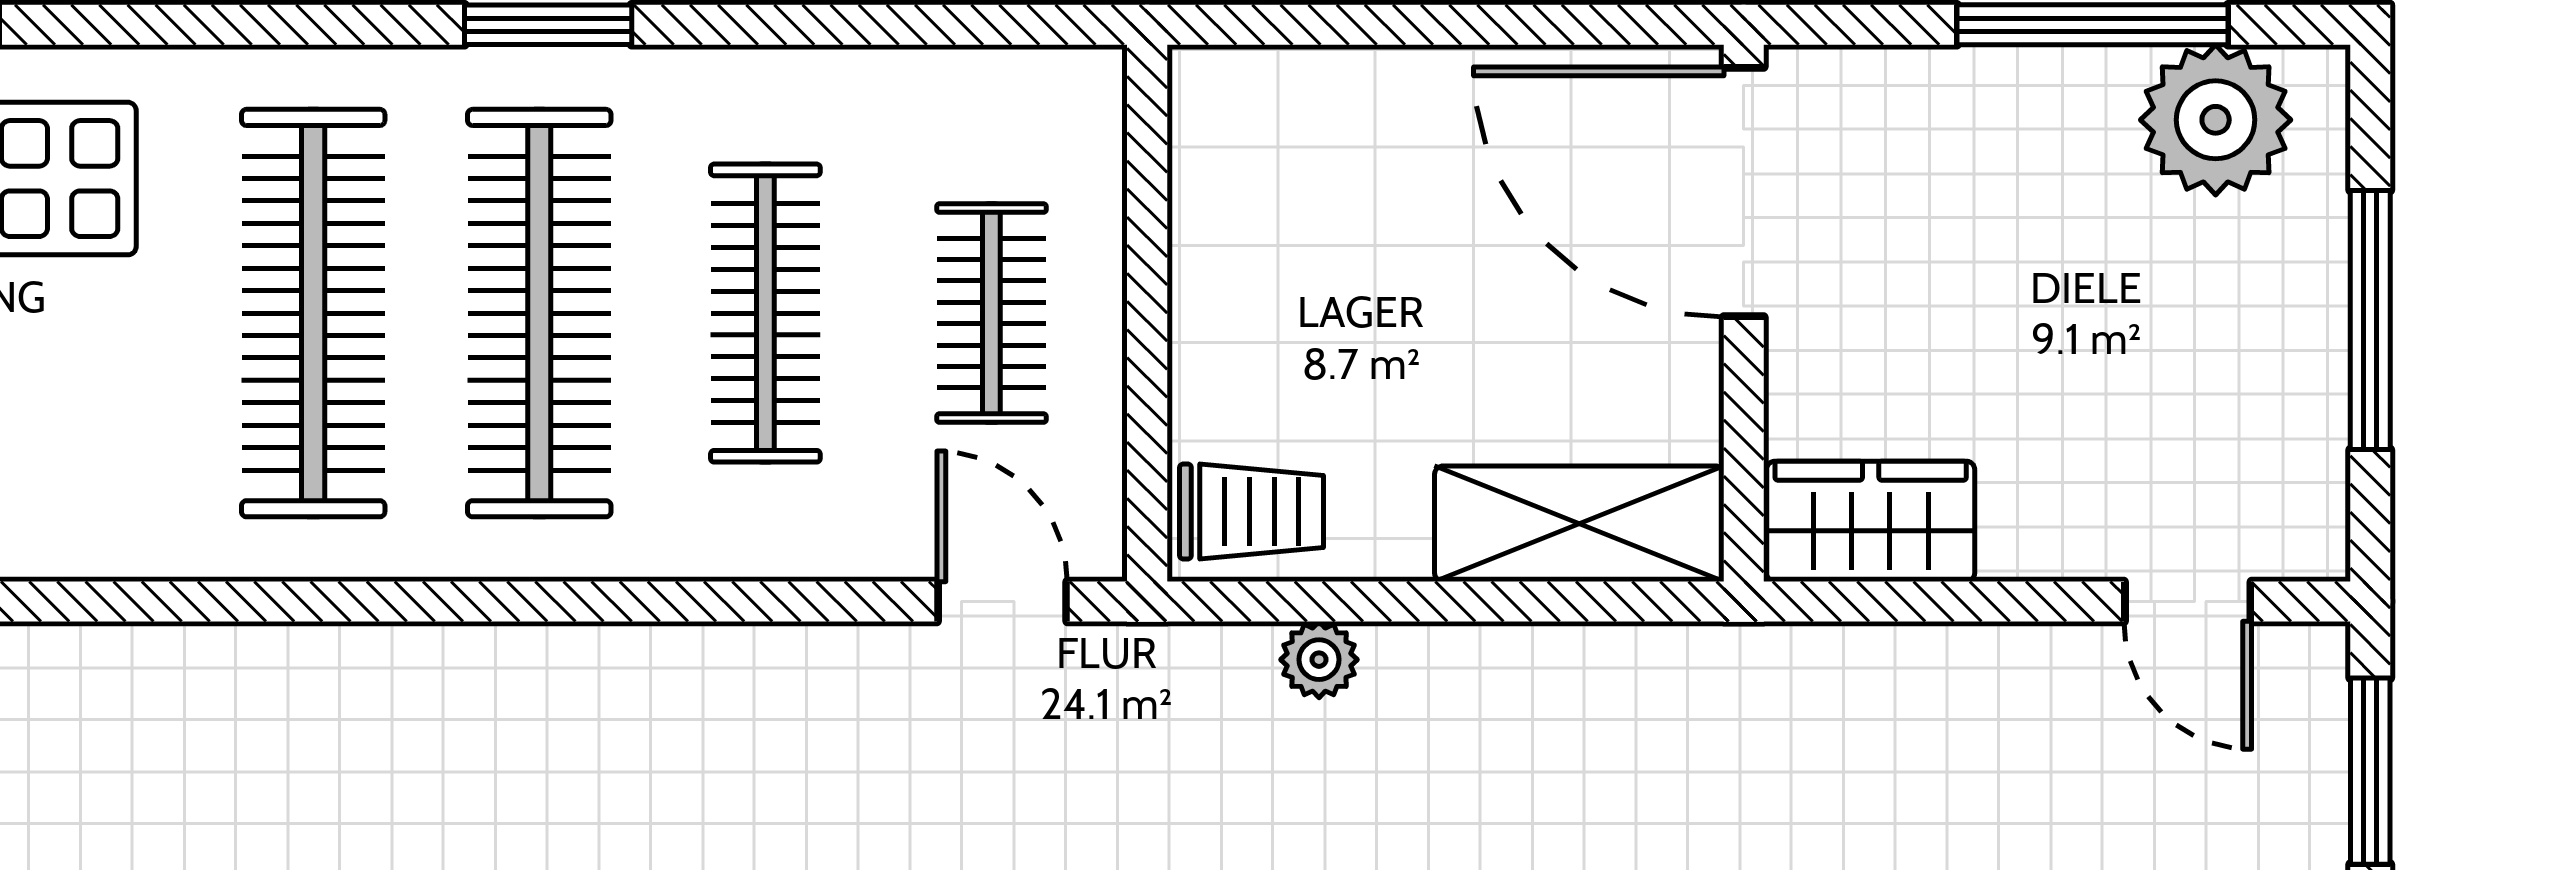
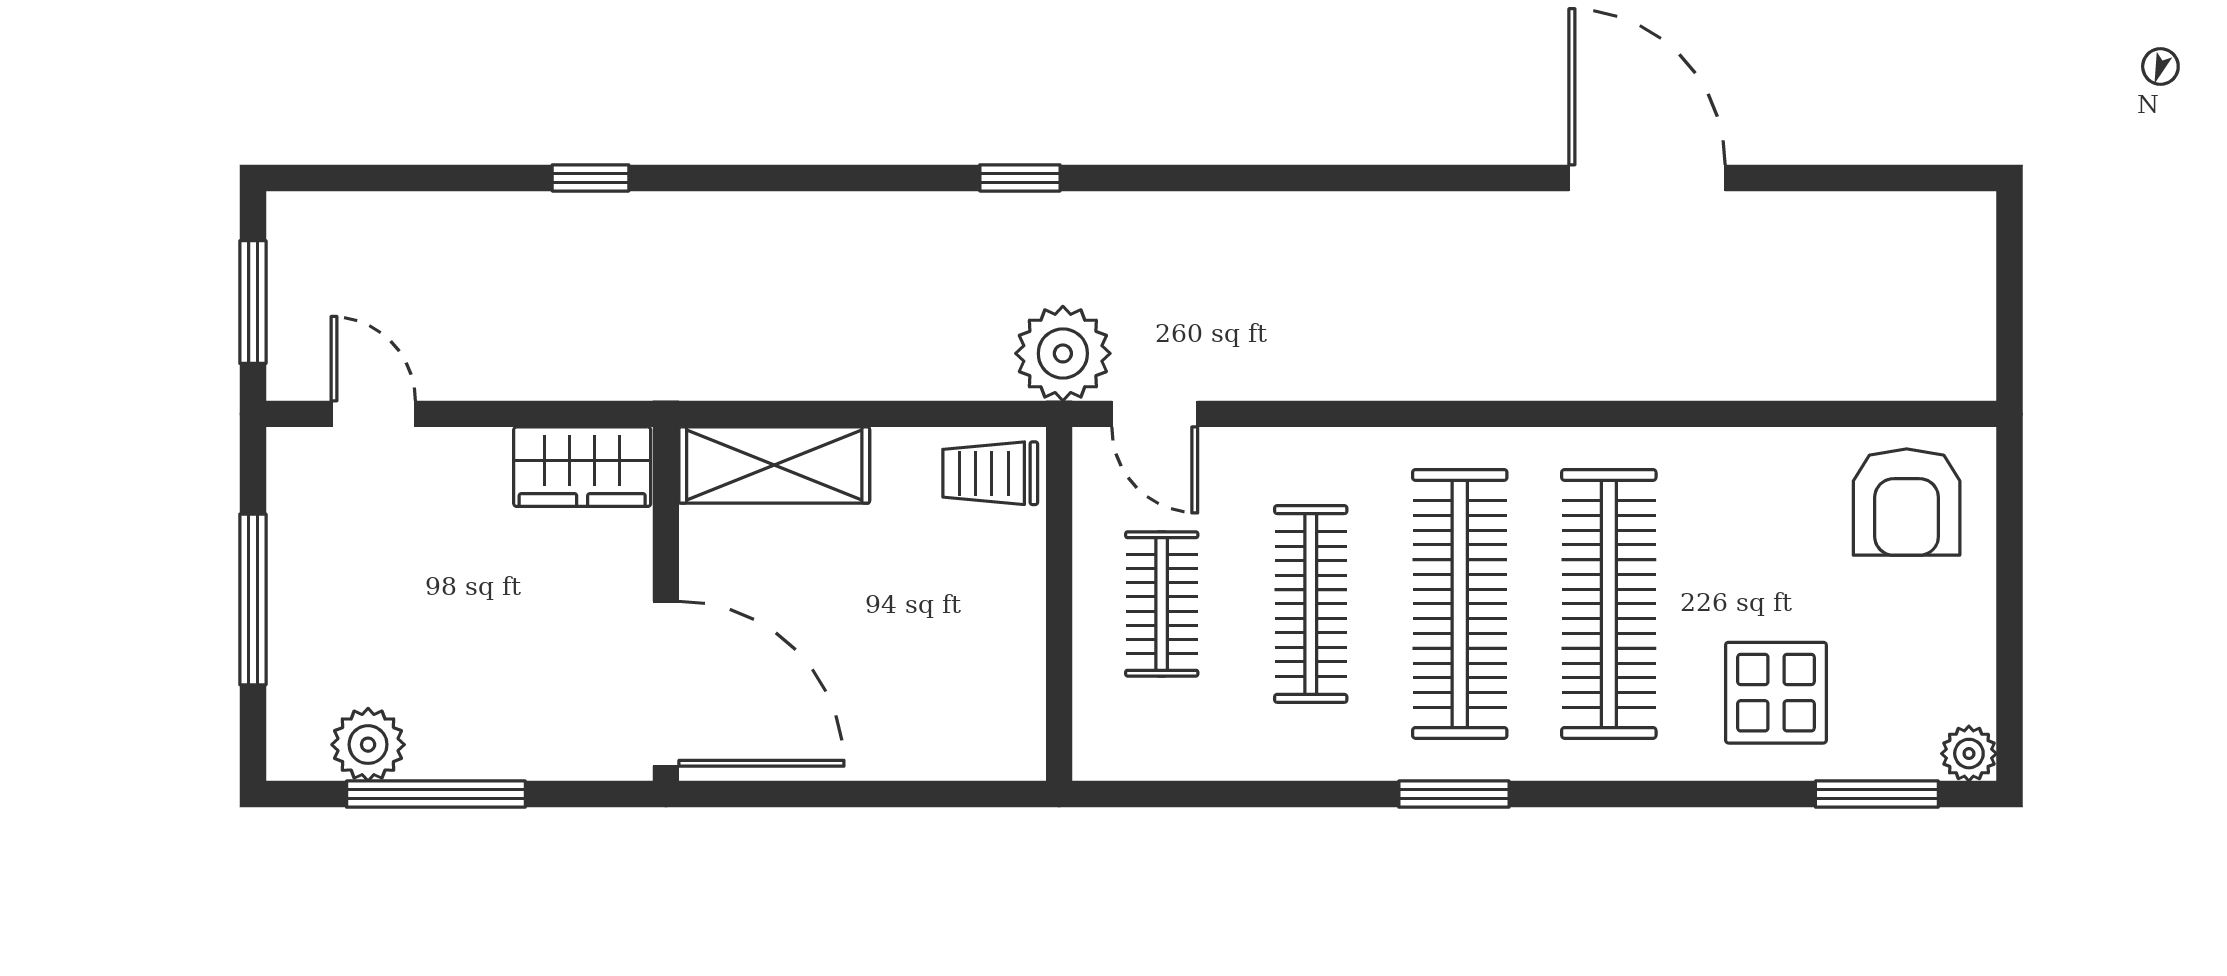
plant: (2216, 120) -> (368, 745), width x0.73, depth x0.73
plant: (1319, 660) -> (1063, 353), moved, width x1.88, depth x1.88

